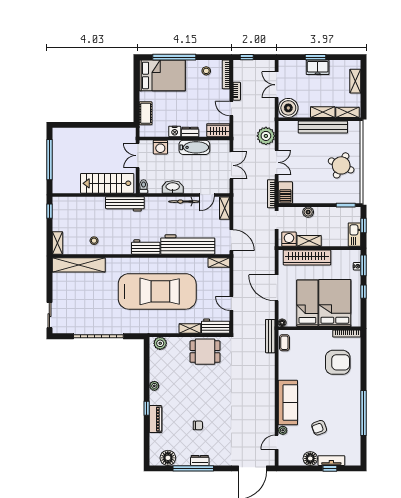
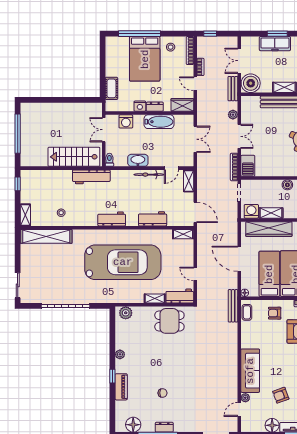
freezer: (318, 67) -> (275, 44), width x1.40
bed: (162, 75) -> (145, 59), moved, turned 90
bench: (270, 113) -> (233, 89), added
plant: (266, 136) -> (233, 115), width x0.53, depth x0.53
boiler: (308, 212) -> (287, 185), moved
workbench: (188, 244) -> (153, 219), width x0.53, depth x0.76
armchair: (313, 344) -> (275, 313), added

